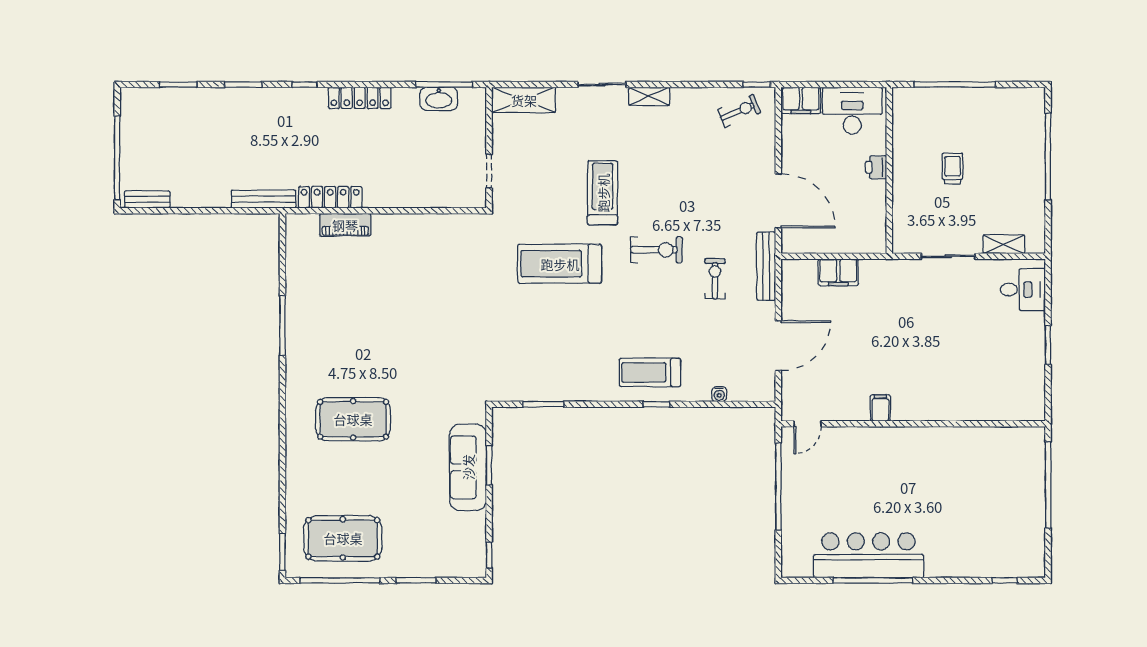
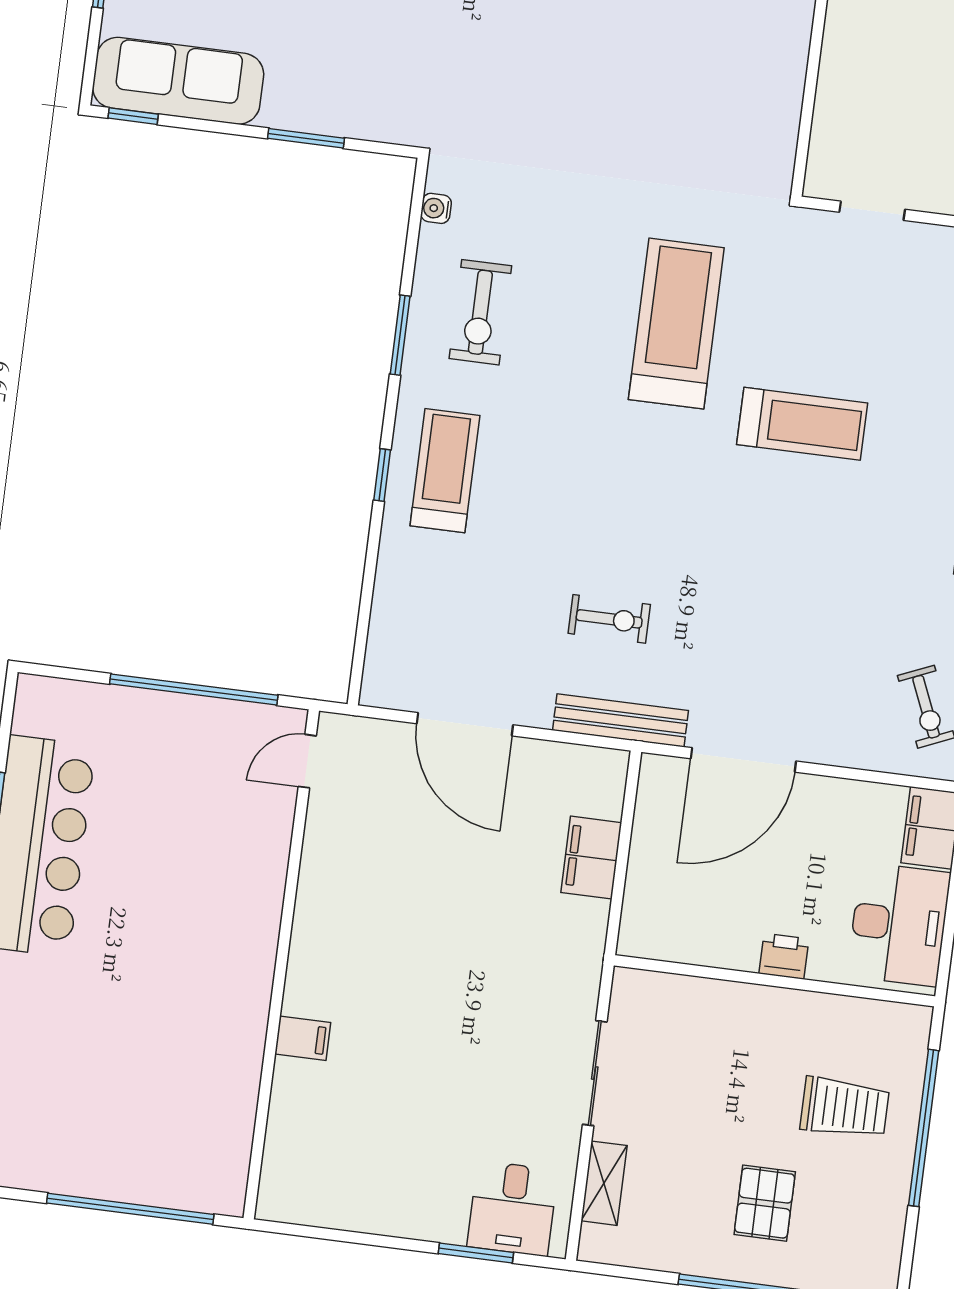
pallet: (1004, 161) -> (765, 1203), added
trolley: (952, 169) -> (845, 1108), moved, width x1.36, depth x1.39
exercise bike: (656, 250) -> (480, 312), moved
window: (1048, 345) -> (476, 1253), moved
water cooler: (719, 394) -> (436, 208), moved
window: (543, 404) -> (400, 335), moved
filing cabinet: (880, 408) -> (303, 1038), moved
door: (808, 424) -> (307, 761), hinge flipped
sofa: (468, 467) -> (178, 81), moved

